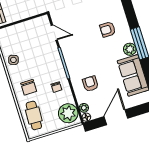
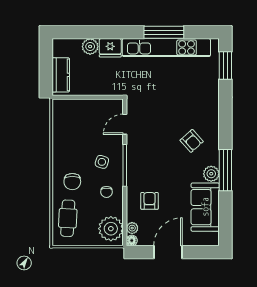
armchair: (108, 29) -> (192, 141), turned -132
door: (54, 33) -> (125, 124), swing flipped
side table: (13, 60) -> (102, 162), moved

